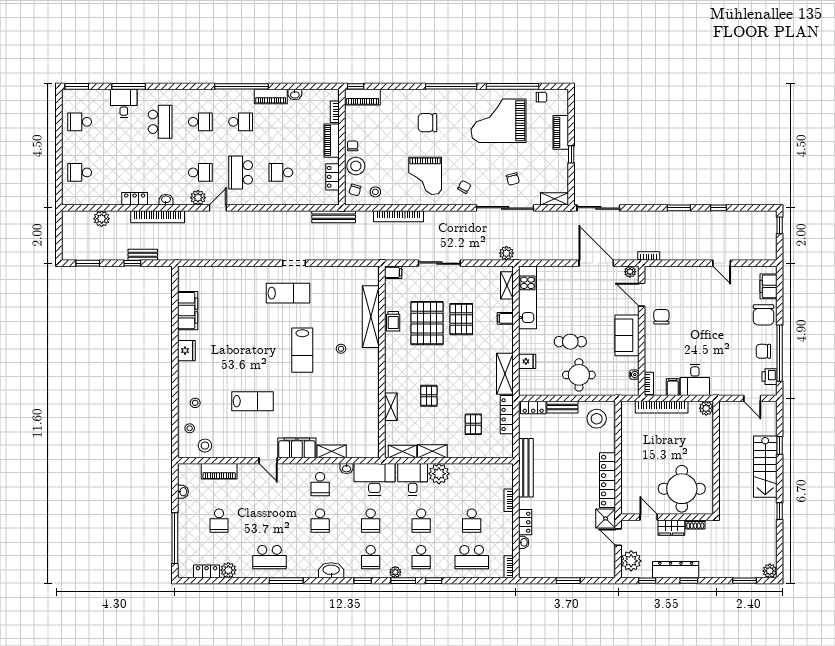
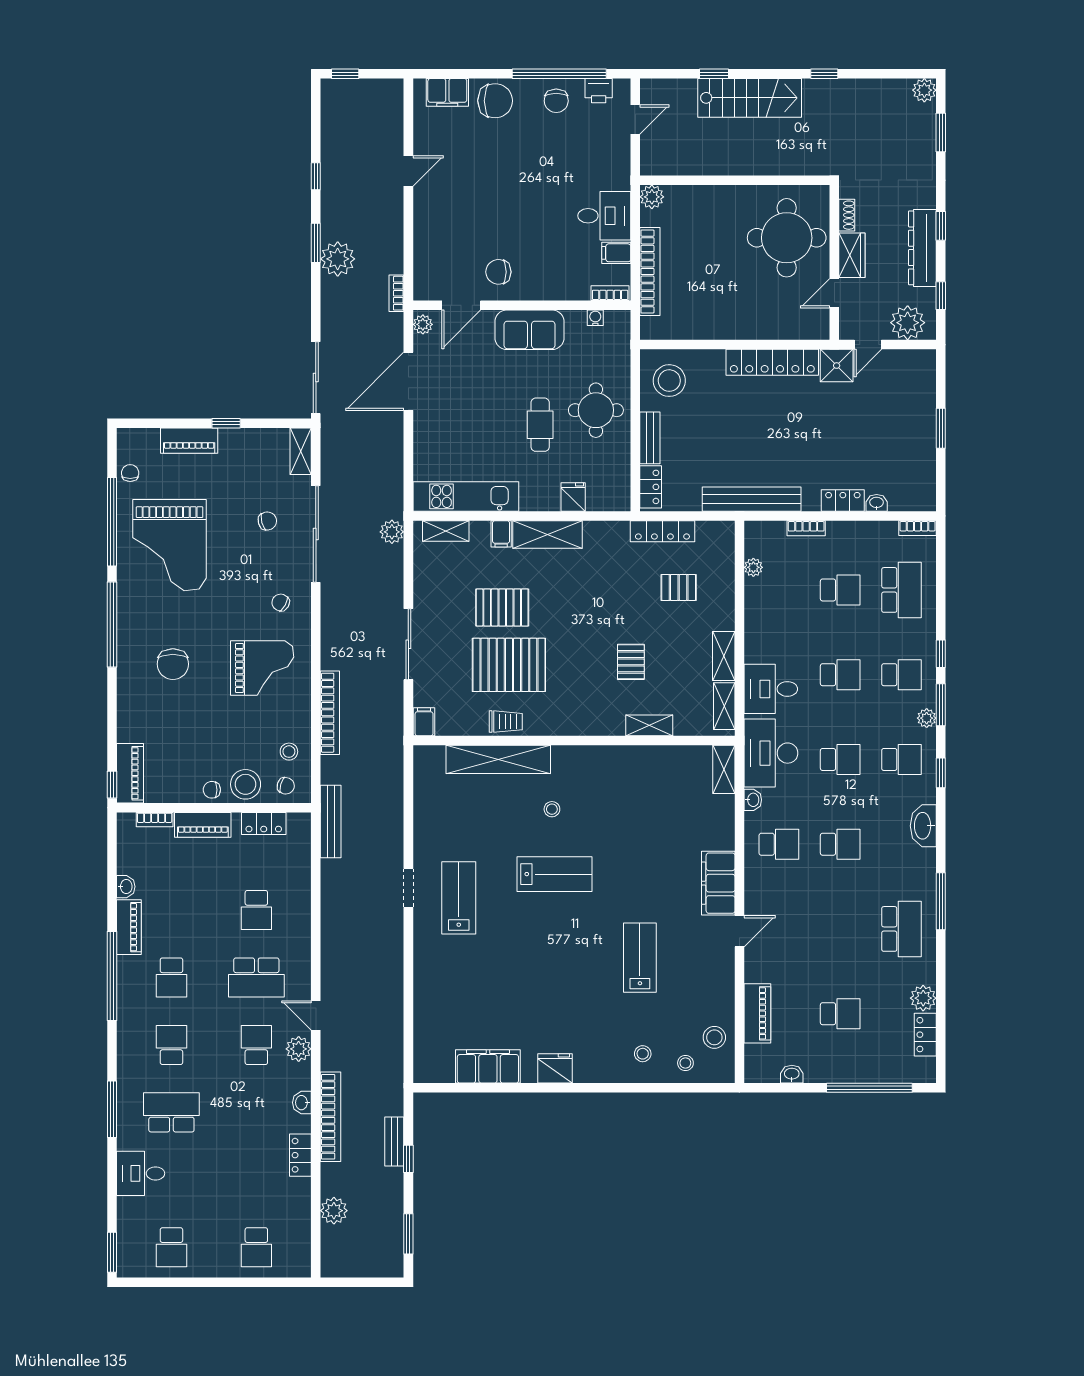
window: (129, 86) -> (112, 1109), moved
school desk: (241, 122) -> (171, 977), turned 180
plant: (669, 221) -> (338, 259), added
shelving: (505, 374) -> (548, 534), moved
pallet: (429, 396) -> (631, 662), turned 90
shelving: (332, 451) -> (724, 769), moved
plant: (439, 474) -> (753, 567), moved, width x0.53, depth x0.53

